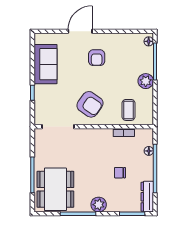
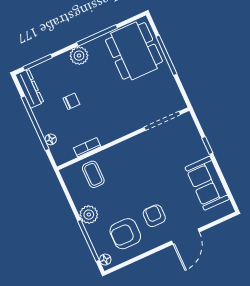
armchair: (90, 104) -> (125, 234), moved, turned -35

